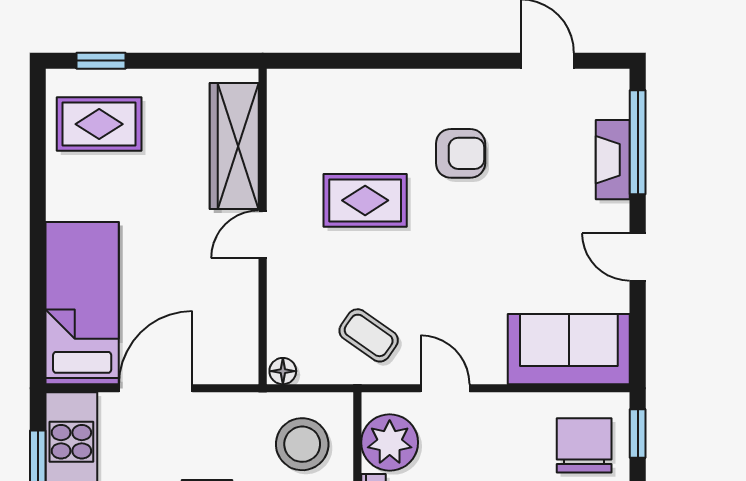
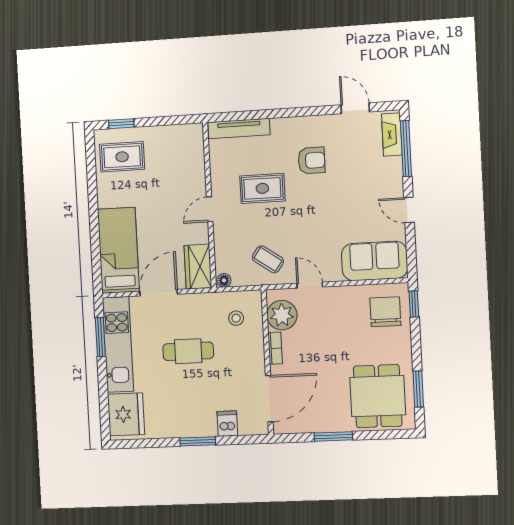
tv unit: (327, 84) -> (239, 128), added
wardrobe: (234, 146) -> (198, 267), moved, width x0.67
fireplace: (613, 160) -> (392, 135), moved
stool: (302, 444) -> (236, 318), width x0.53, depth x0.53

